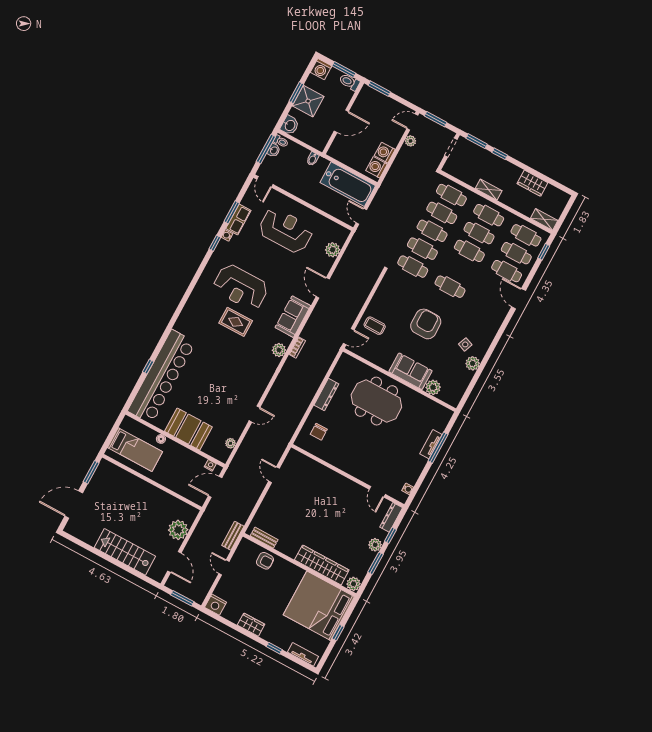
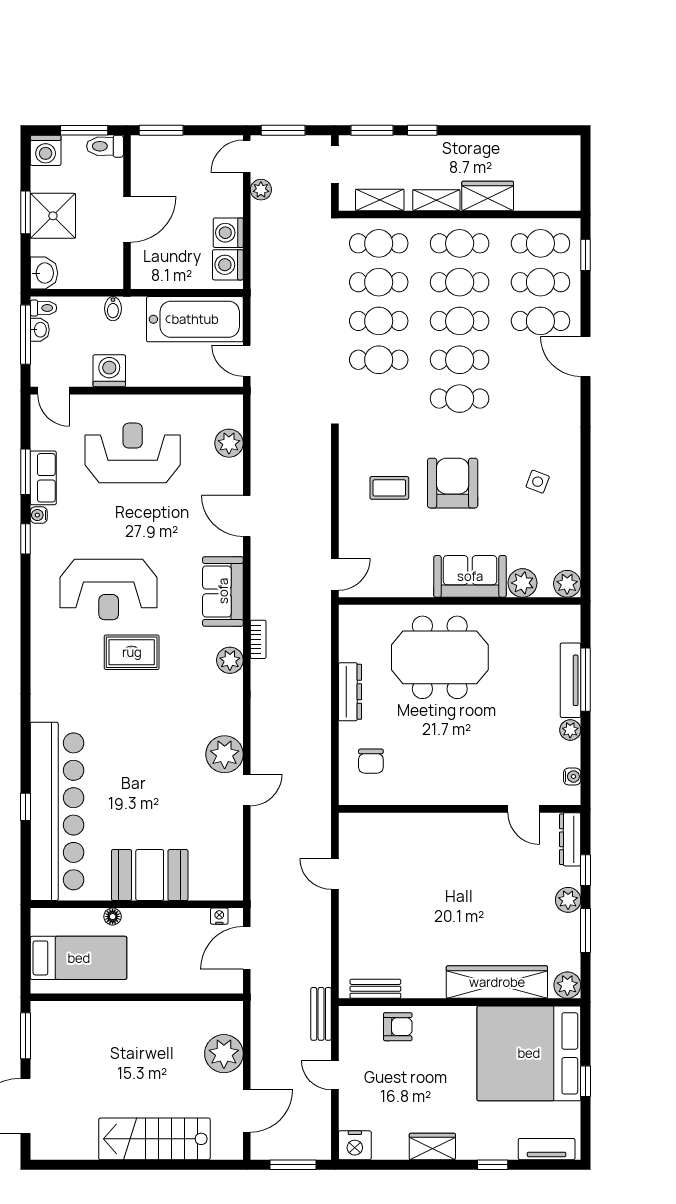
wardrobe: (532, 183) -> (488, 196), moved, turned 180
washing machine: (295, 187) -> (109, 371), added
shelving: (544, 219) -> (380, 200), moved
cafe table: (413, 267) -> (460, 360), moved
coffee table: (375, 326) -> (389, 488), moved
plant: (473, 363) -> (567, 584), moved
plant: (231, 443) -> (225, 754), moved, width x1.88, depth x1.88
tv unit: (431, 444) -> (571, 680), width x1.41
plant: (418, 467) -> (570, 730), added
door: (174, 562) -> (247, 1111), hinge flipped

